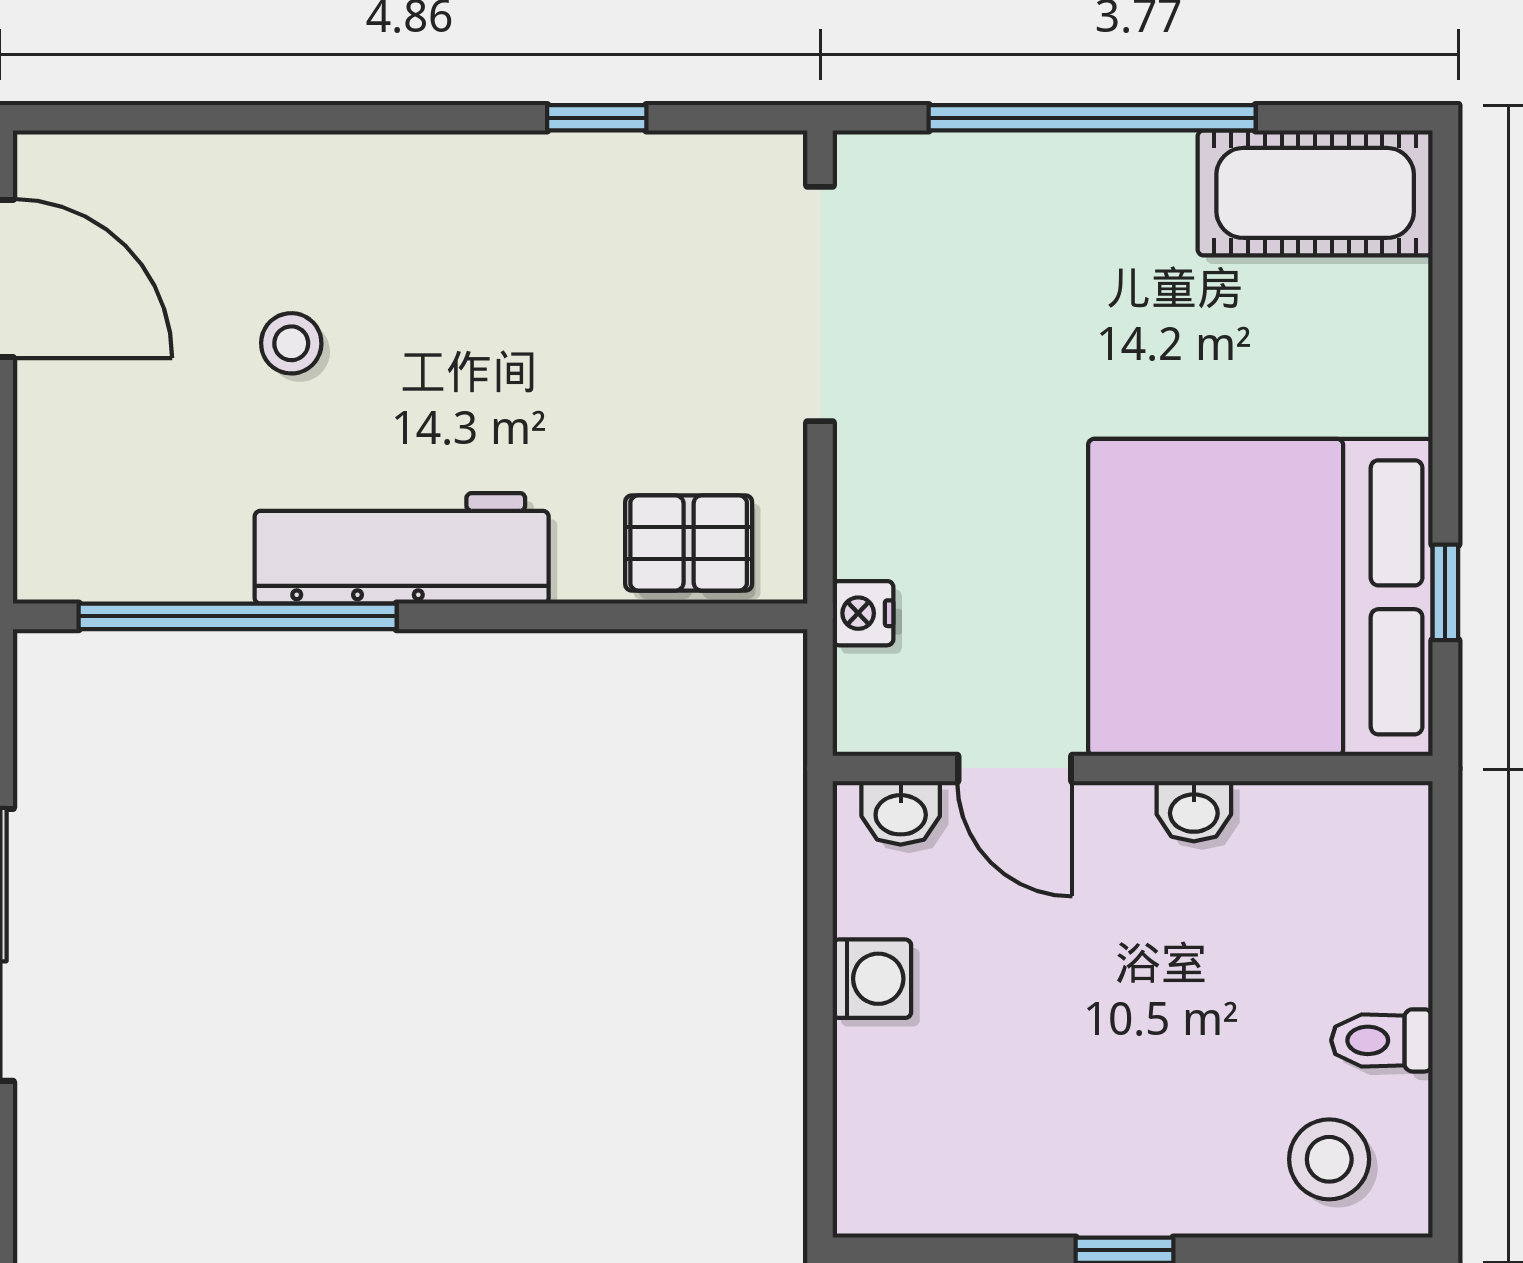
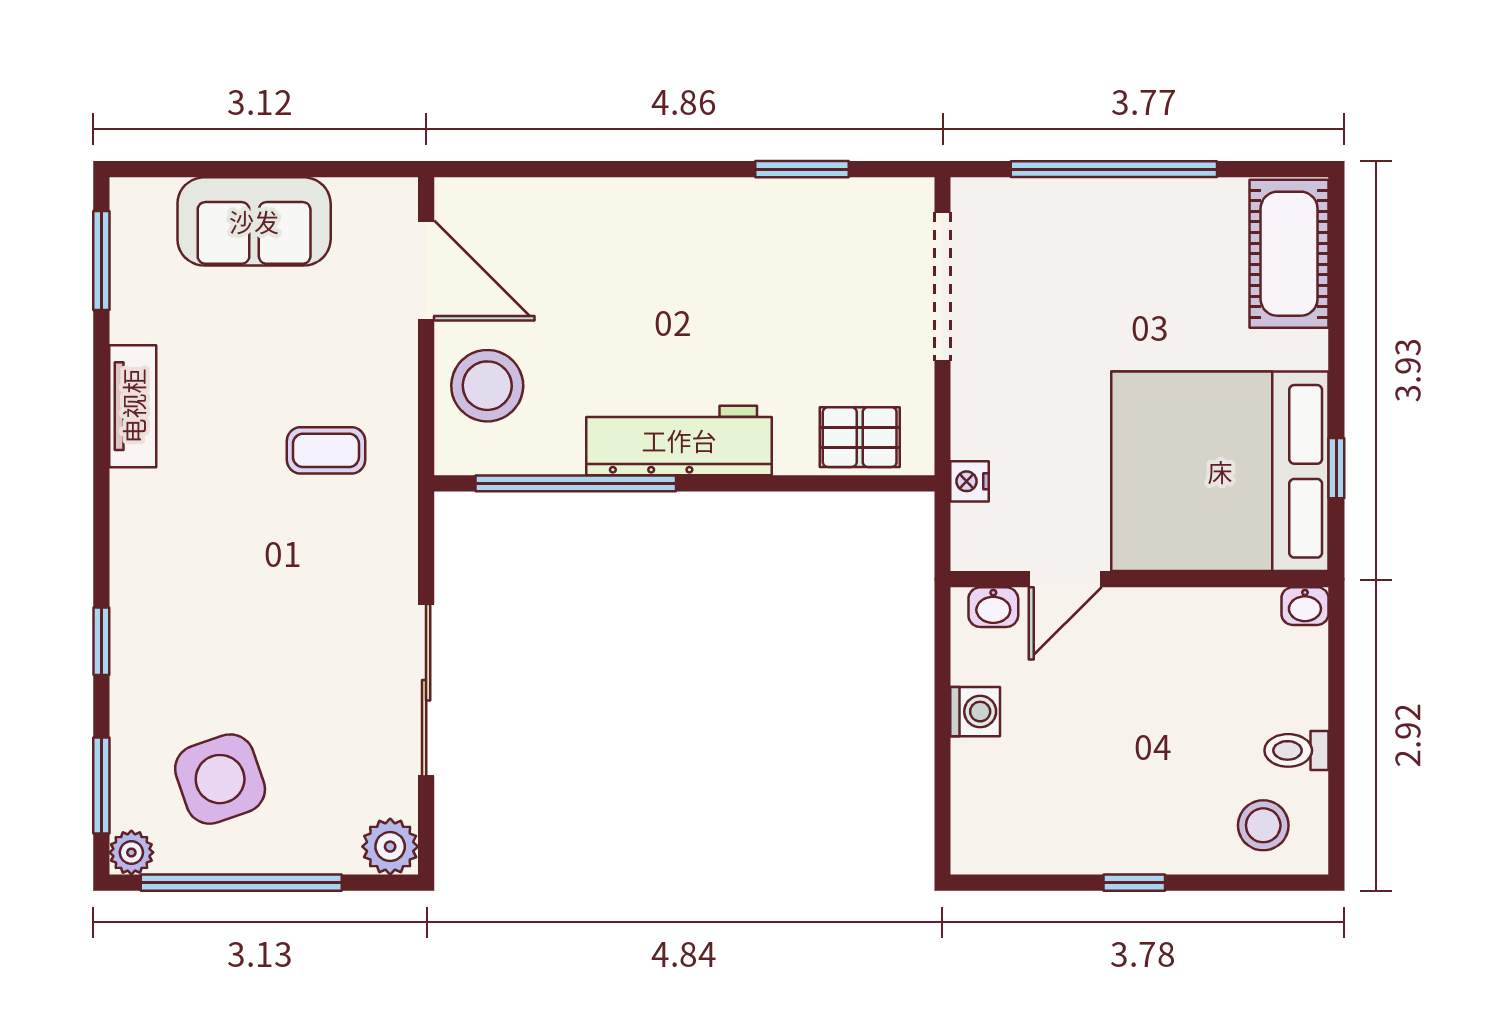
window: (597, 118) -> (802, 169), width x1.50
cot: (1315, 193) -> (1289, 254), moved, turned 90
stool: (291, 343) -> (487, 386), moved, width x1.89, depth x1.89
door: (1015, 768) -> (1065, 579), hinge flipped
washbasin: (1194, 811) -> (1305, 606), moved

